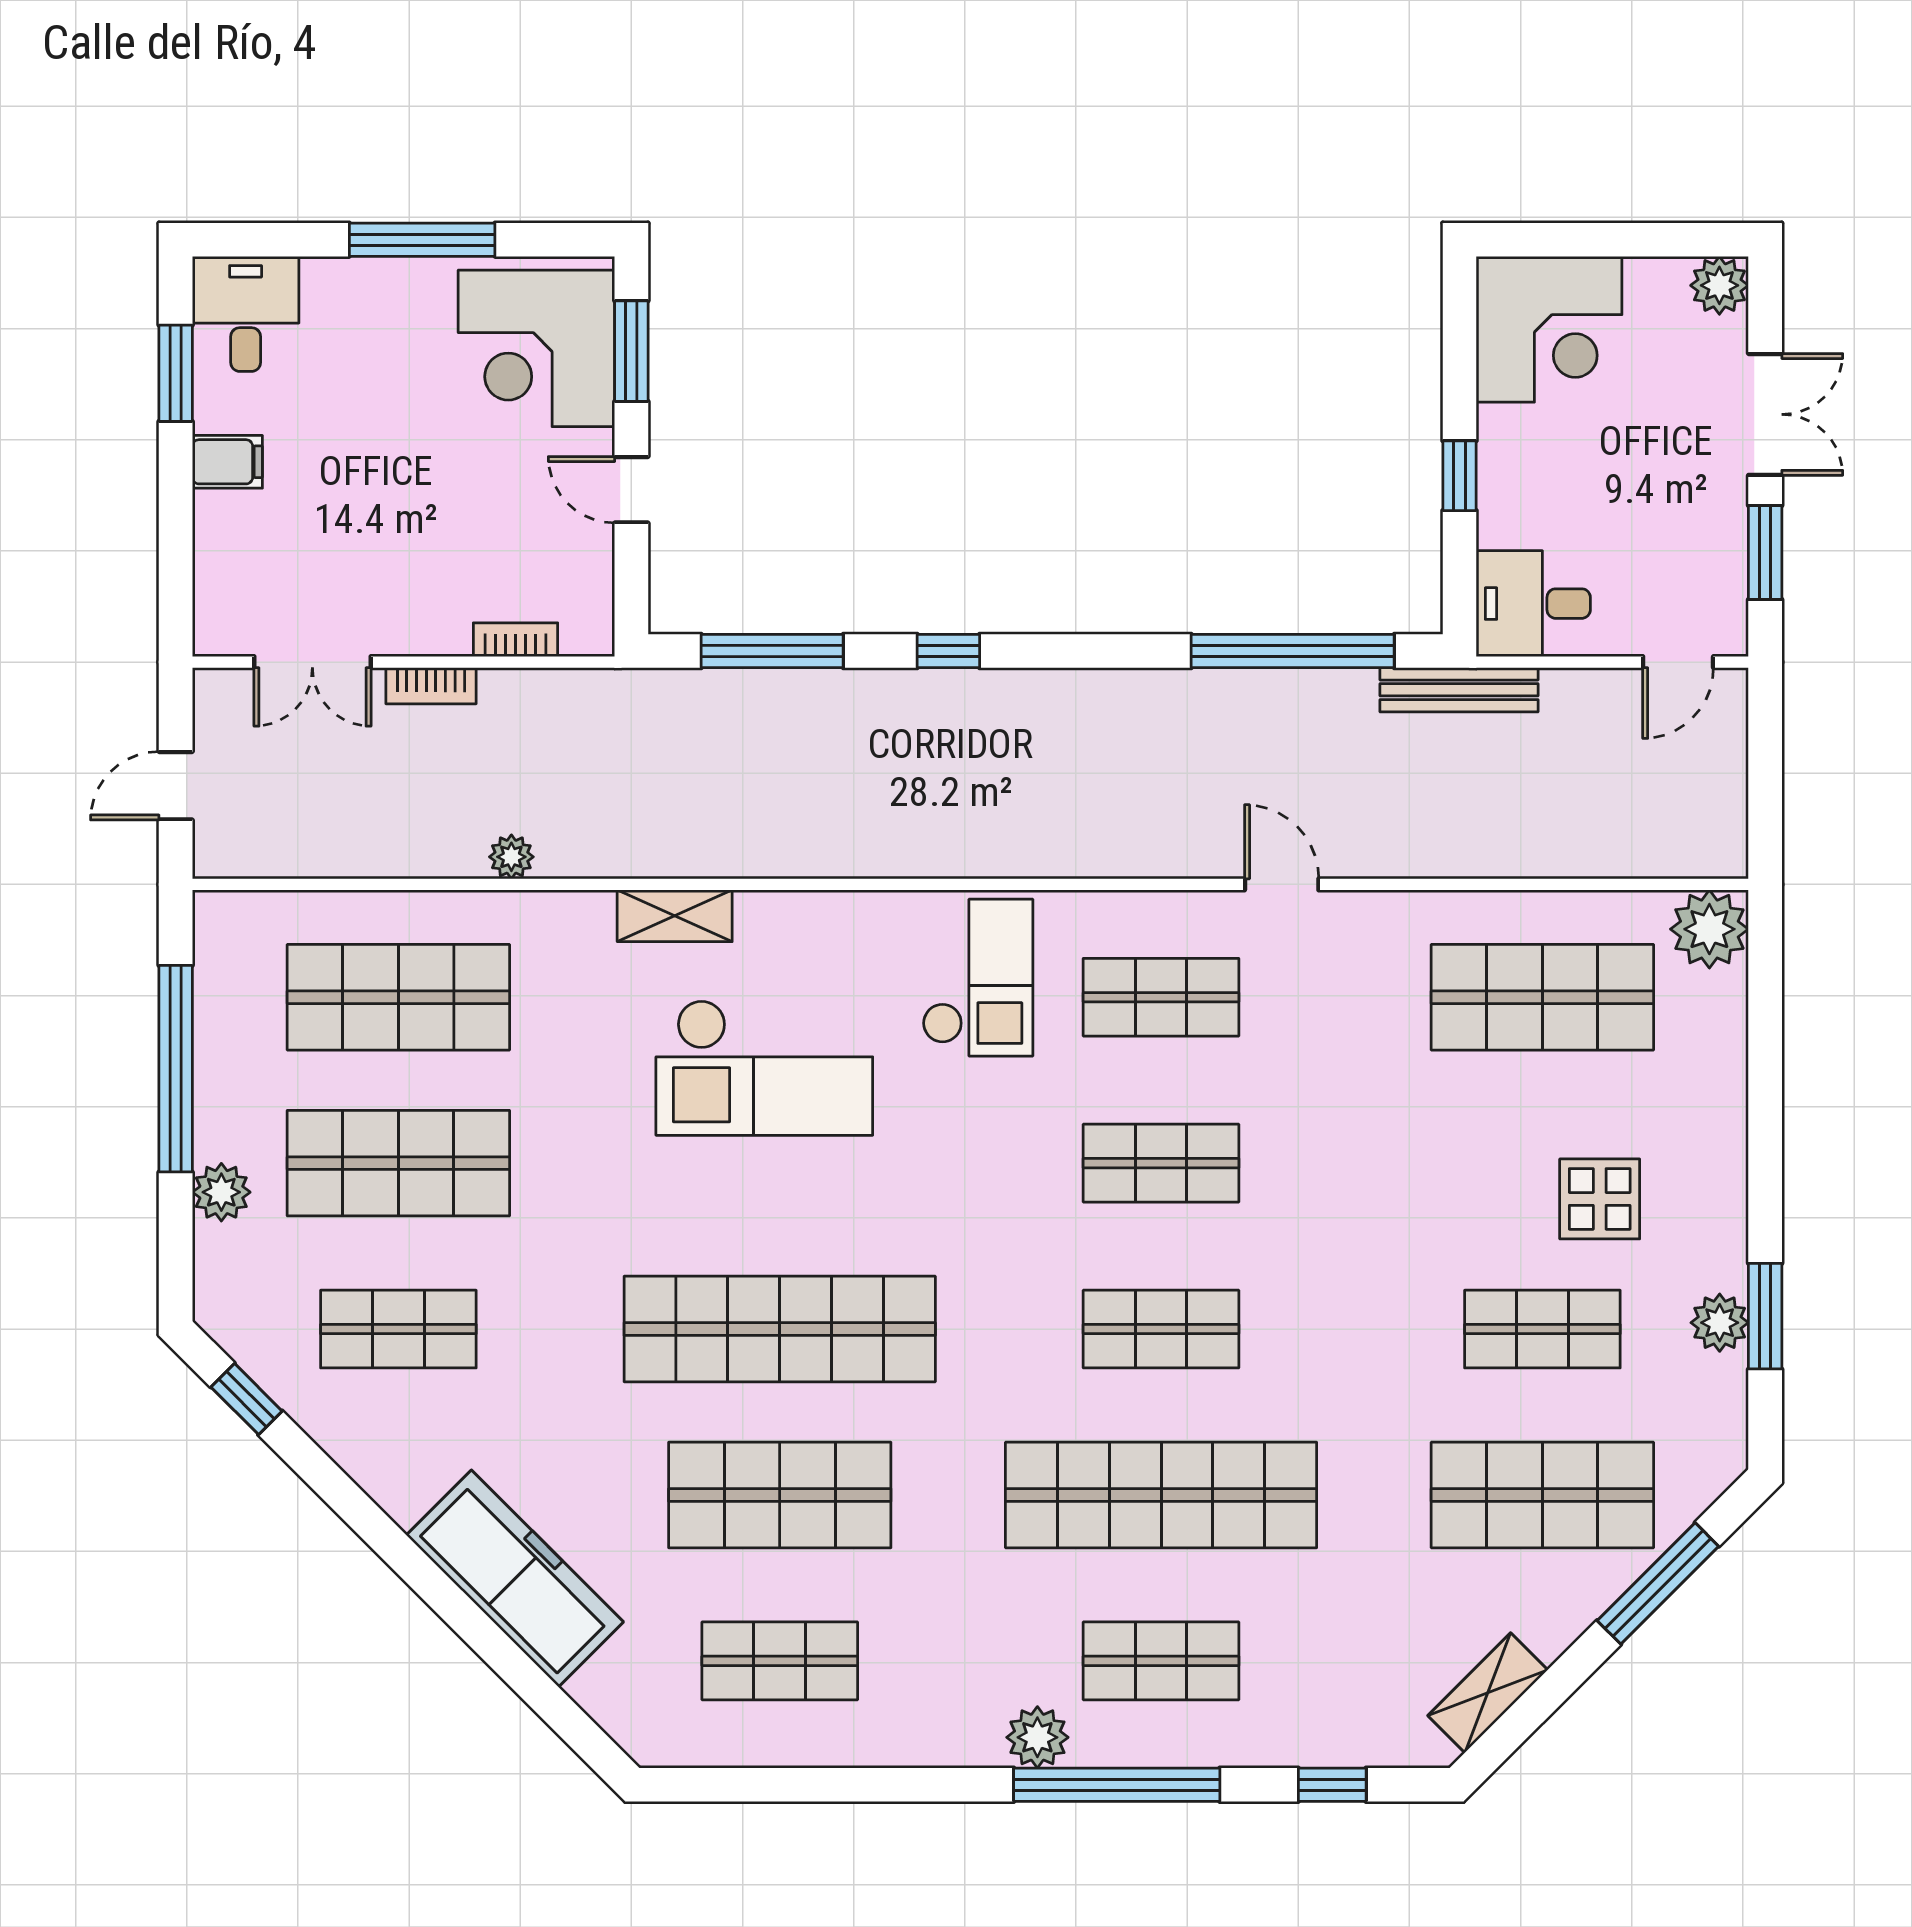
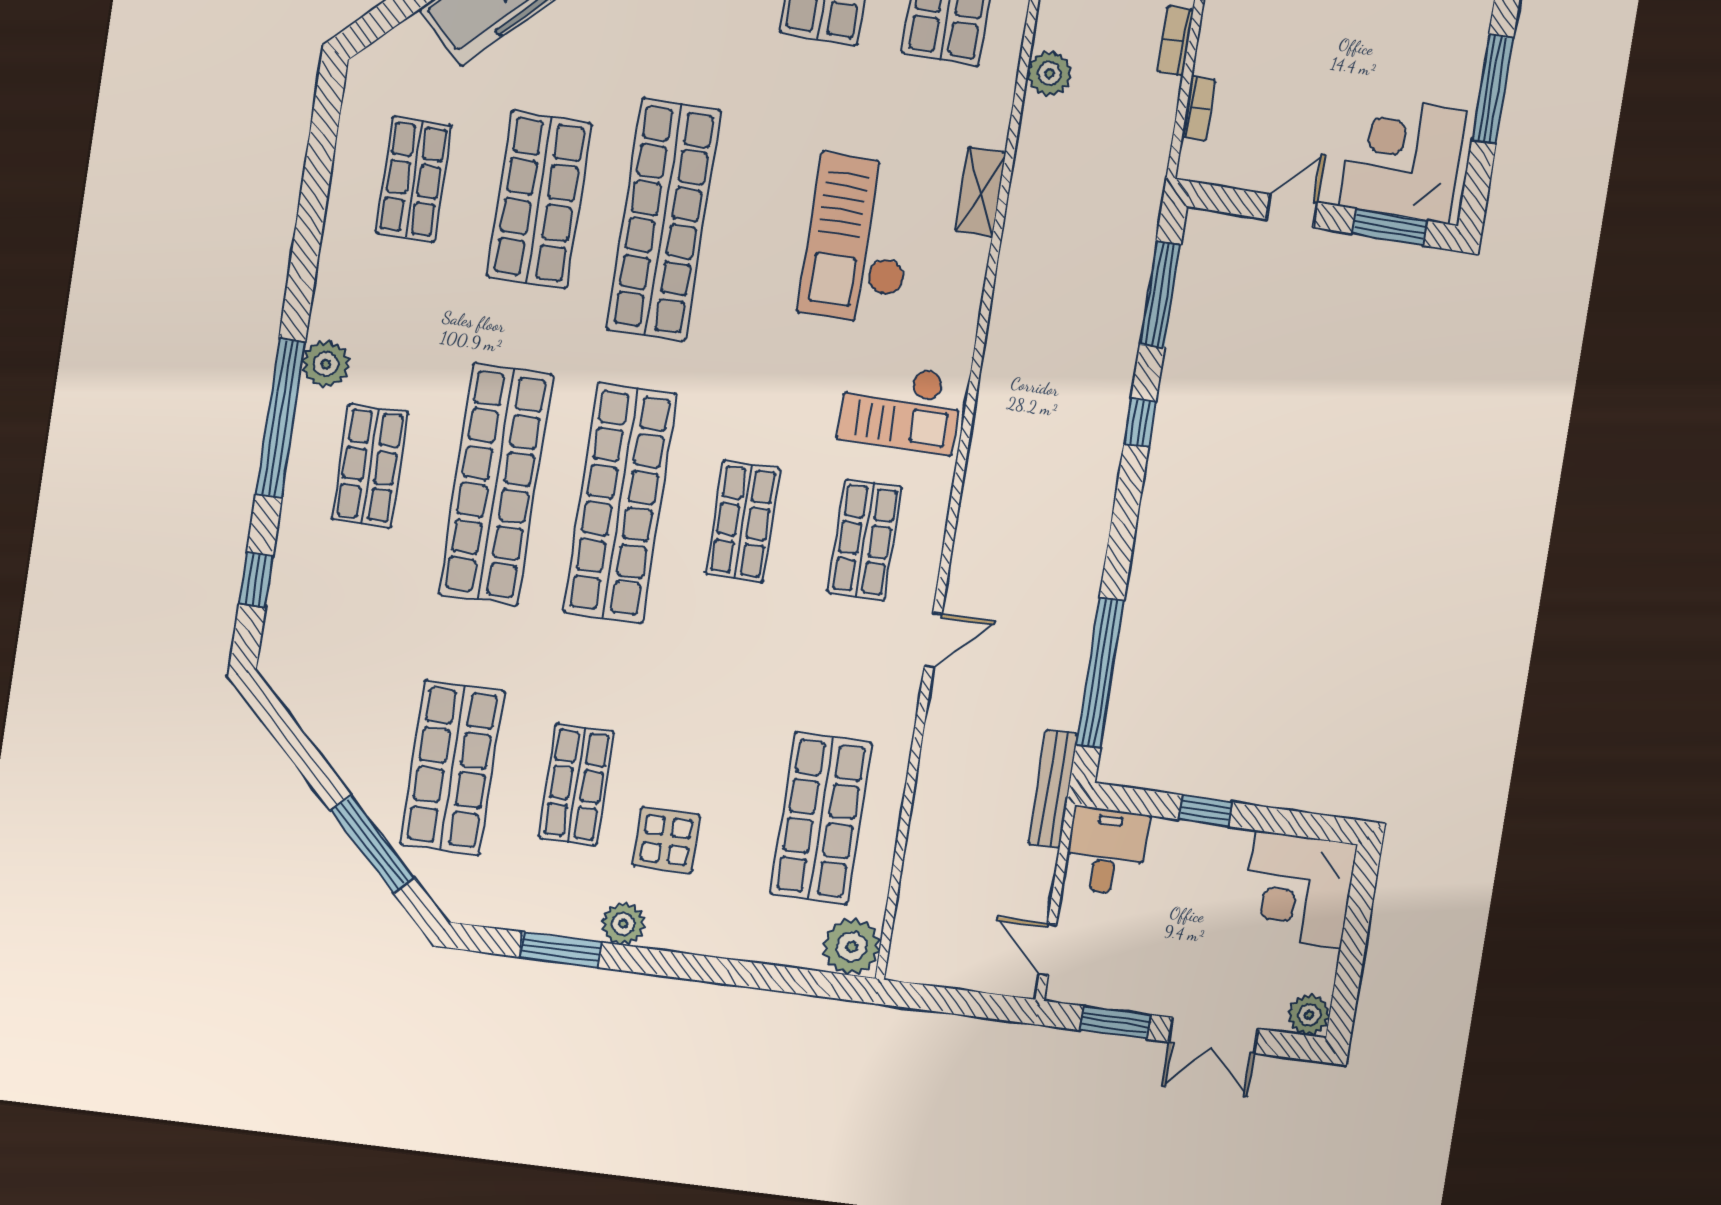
plant: (511, 857) -> (1049, 74), width x1.38, depth x1.38
plant: (1720, 1323) -> (623, 924), moved
shop shelf: (1161, 1329) -> (620, 503), width x2.00, depth x1.36
shelving: (1488, 1693) -> (309, 706), removed

